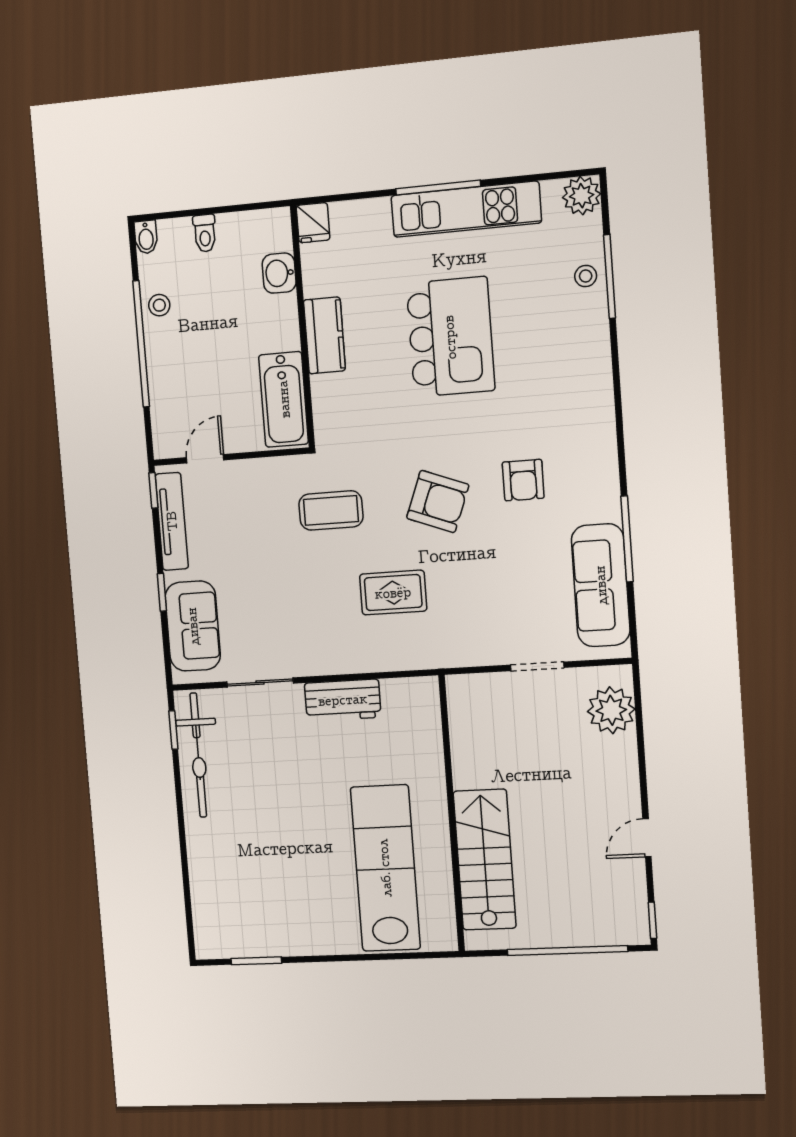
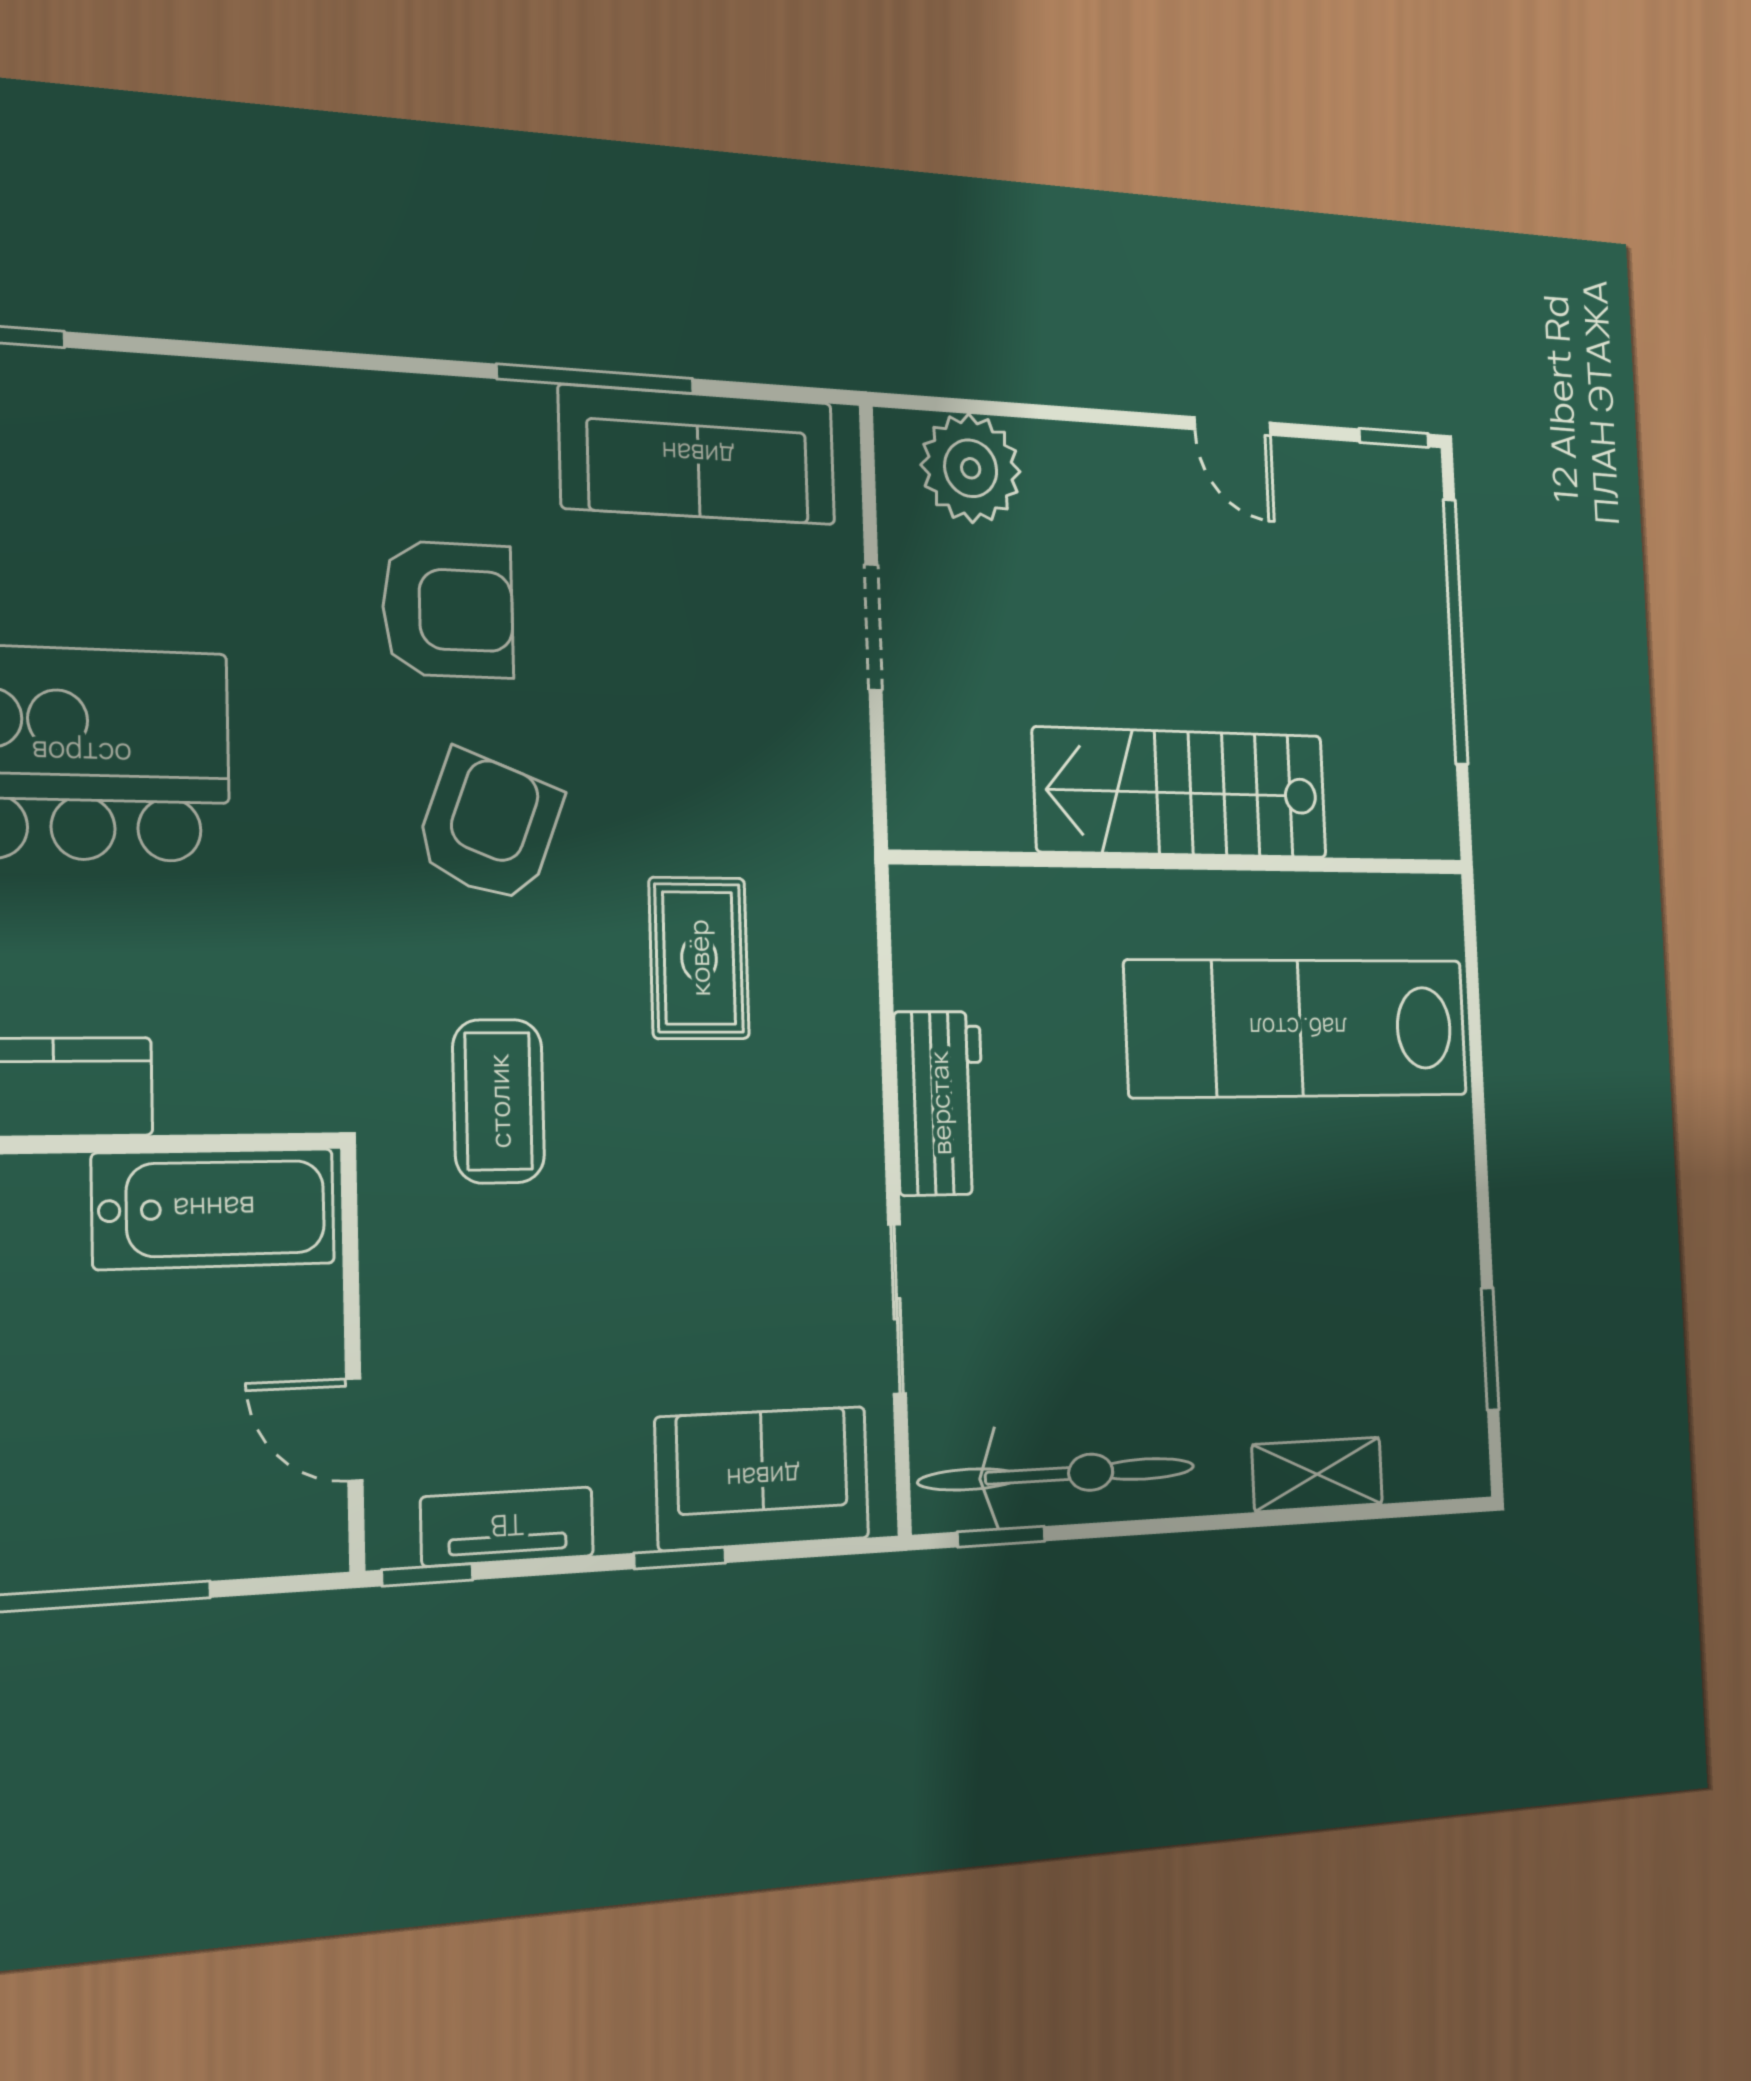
armchair: (523, 480) -> (448, 610), width x1.38, depth x1.38
tv unit: (172, 521) -> (507, 1526), width x0.71
stairs: (485, 860) -> (1181, 793), moved
shelving: (202, 876) -> (1317, 1474), added

